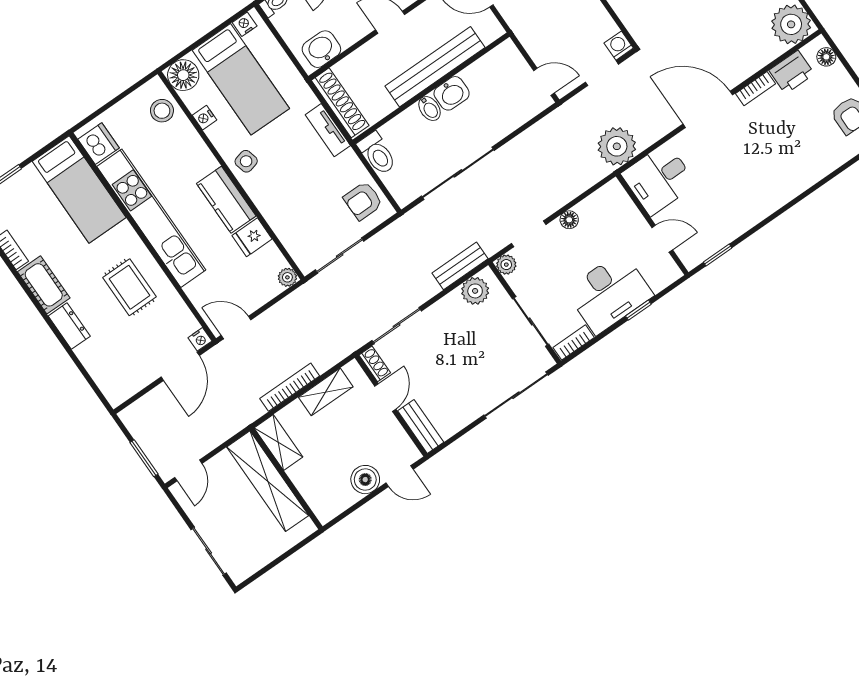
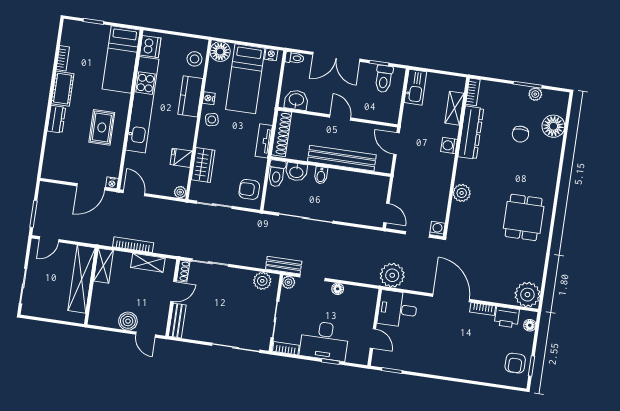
washbasin: (452, 93) -> (296, 172), moved
nightstand: (204, 118) -> (209, 98), moved
kitchen counter: (226, 200) -> (190, 96), moved
wardrobe: (284, 222) -> (203, 165), added
bench: (460, 266) -> (284, 265), moved

